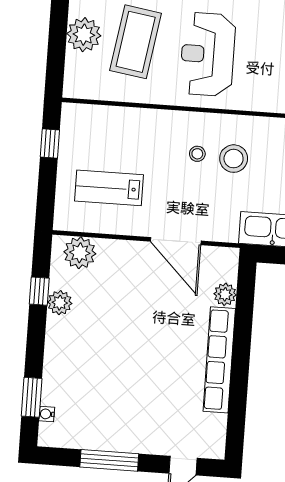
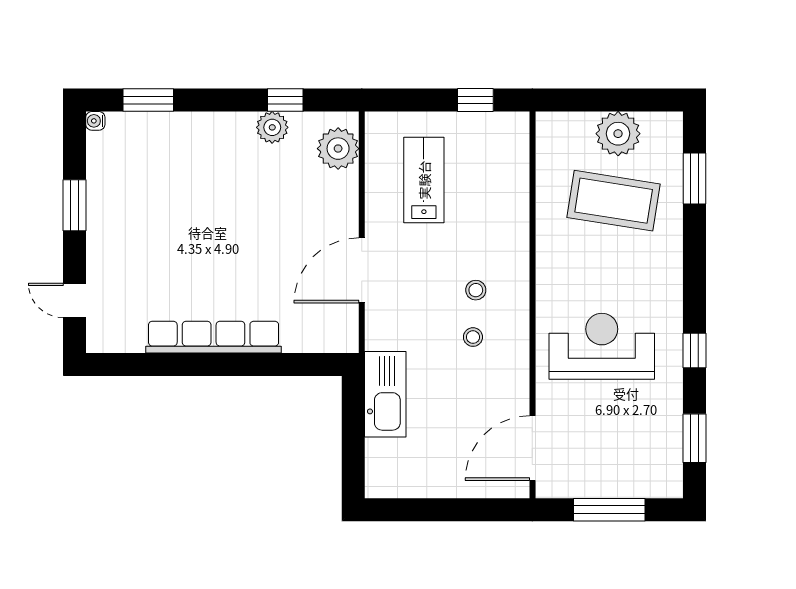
reception desk: (208, 54) -> (602, 346), moved
stool: (234, 159) -> (473, 337), width x0.53, depth x0.53
plant: (225, 294) -> (298, 339), removed
water cooler: (47, 414) -> (95, 121), moved, turned -90
window: (109, 460) -> (75, 205), width x0.69

